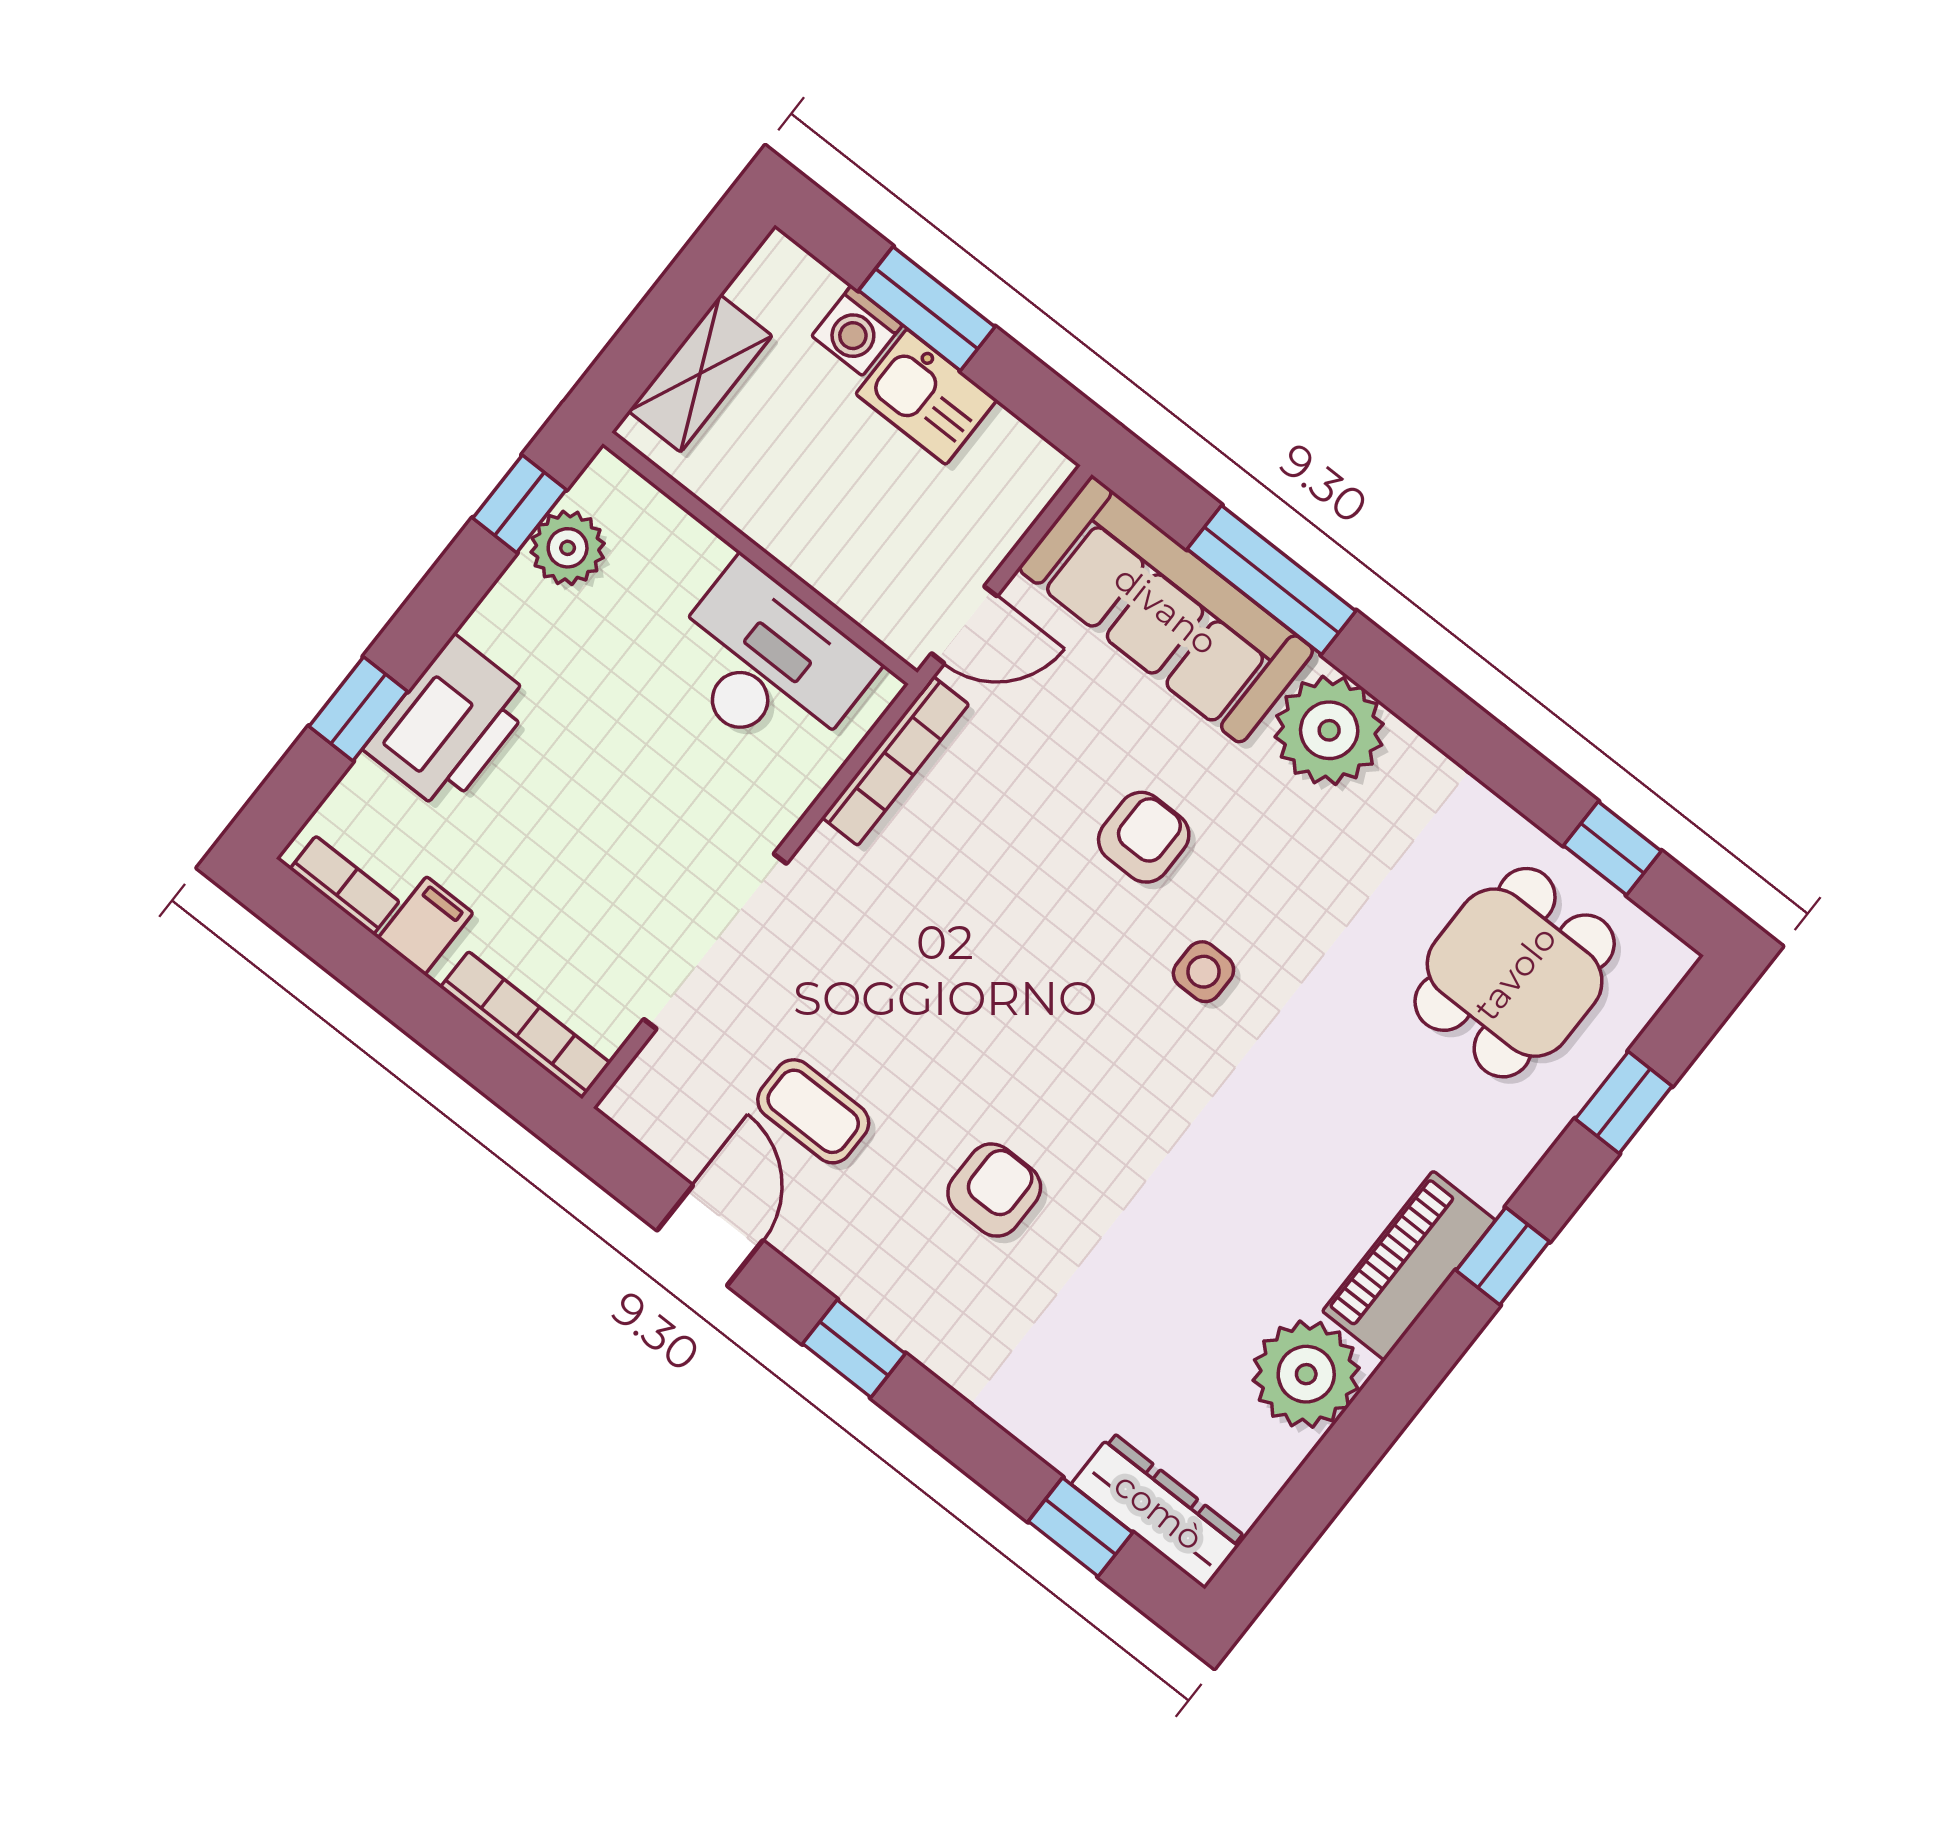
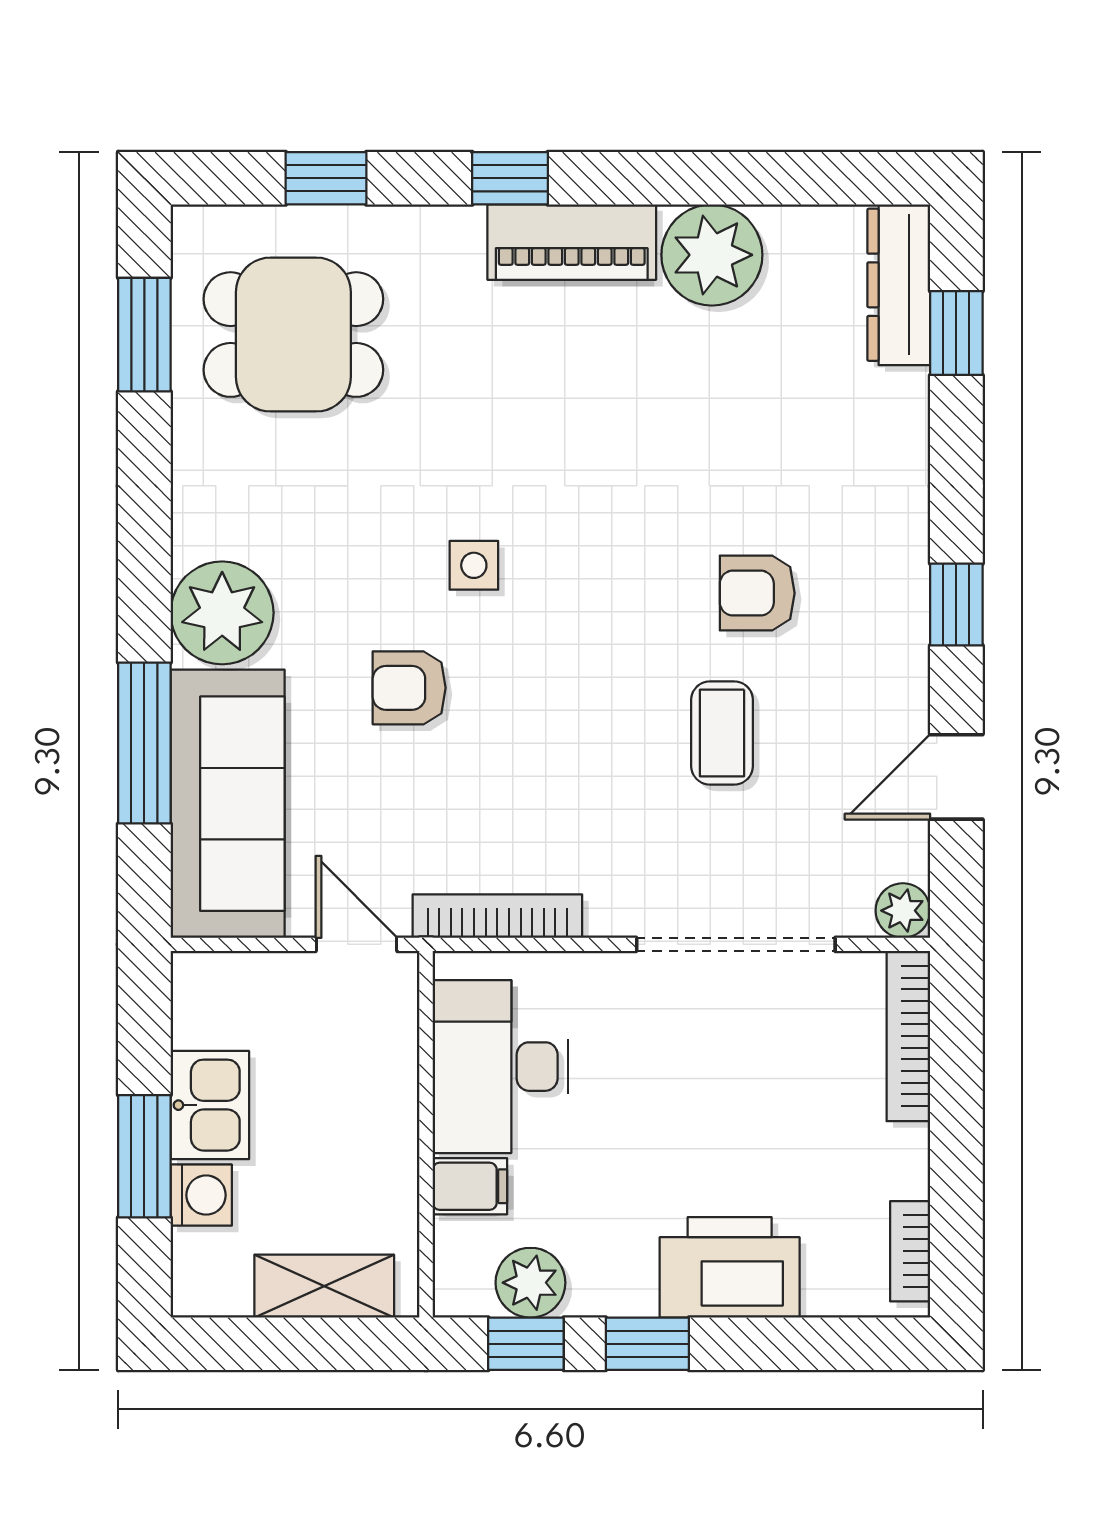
window: (358, 709) -> (647, 1344), moved
window: (1612, 848) -> (144, 335), width x1.50
filing cabinet: (425, 926) -> (470, 1186), moved, turned 180
plant: (634, 1103) -> (903, 911), added
coffee table: (813, 1111) -> (722, 733), moved

